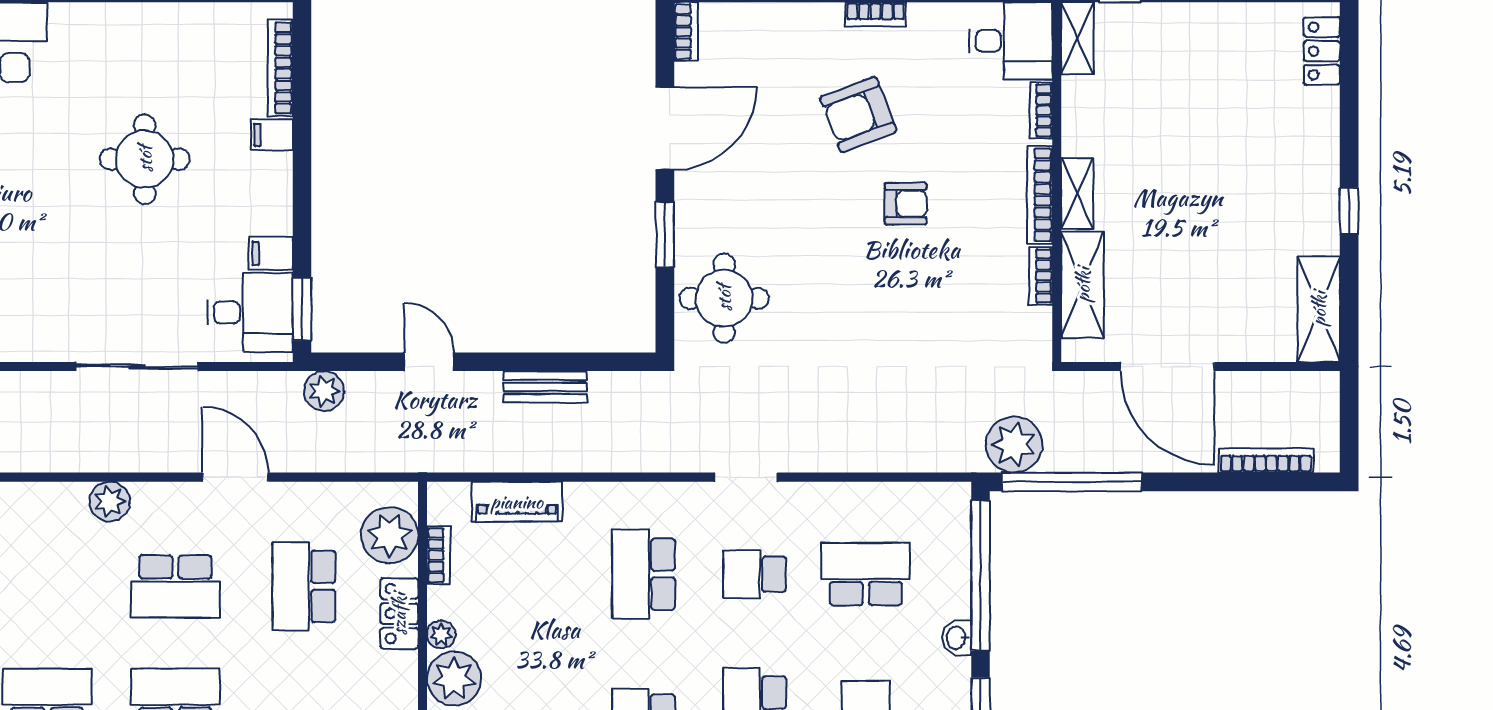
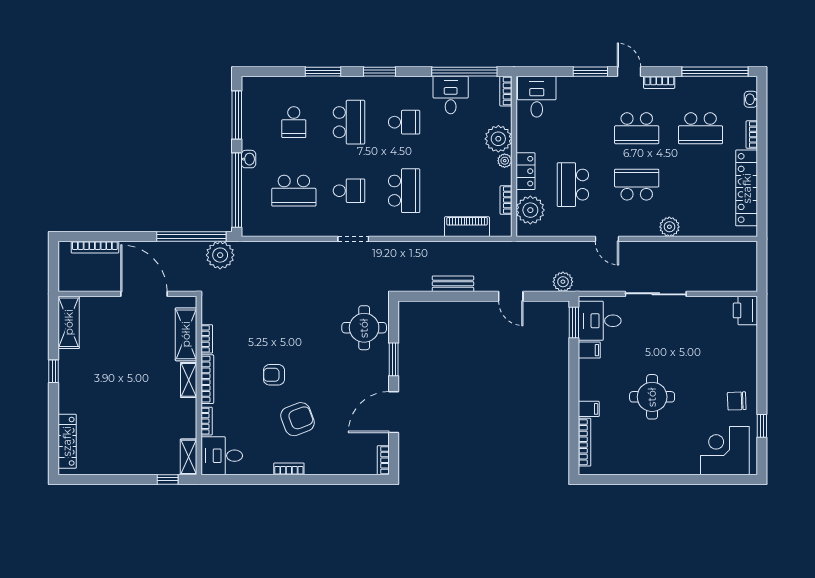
locker: (1322, 51) -> (67, 441), width x1.53
door: (235, 477) -> (607, 239), width x0.73
school desk: (304, 586) -> (573, 185), turned 180

